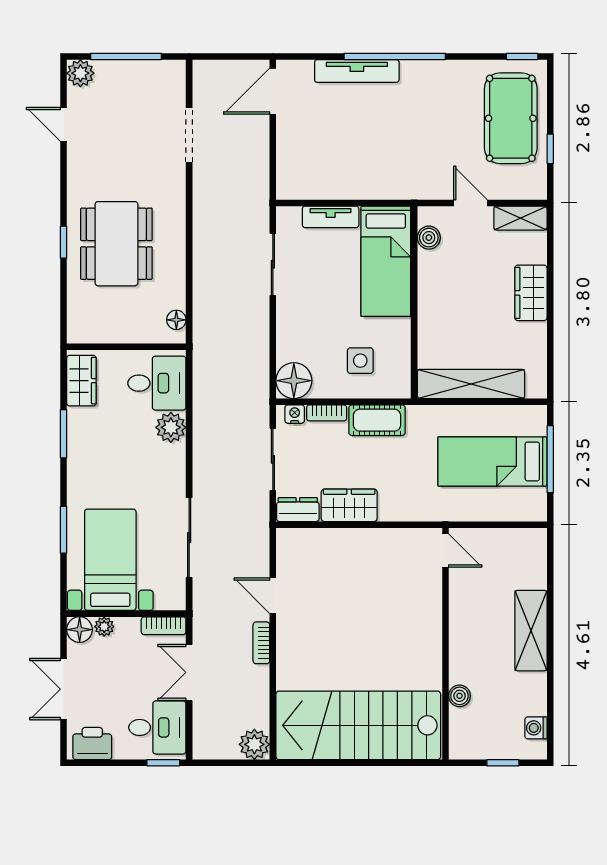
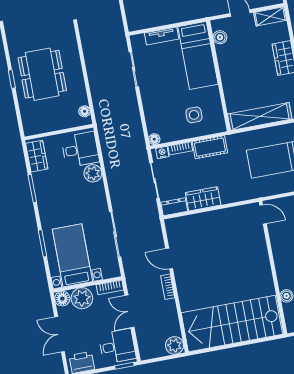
floor lamp: (294, 381) -> (154, 139), width x0.53, depth x0.53
plant: (104, 627) -> (82, 298), width x1.87, depth x1.87

